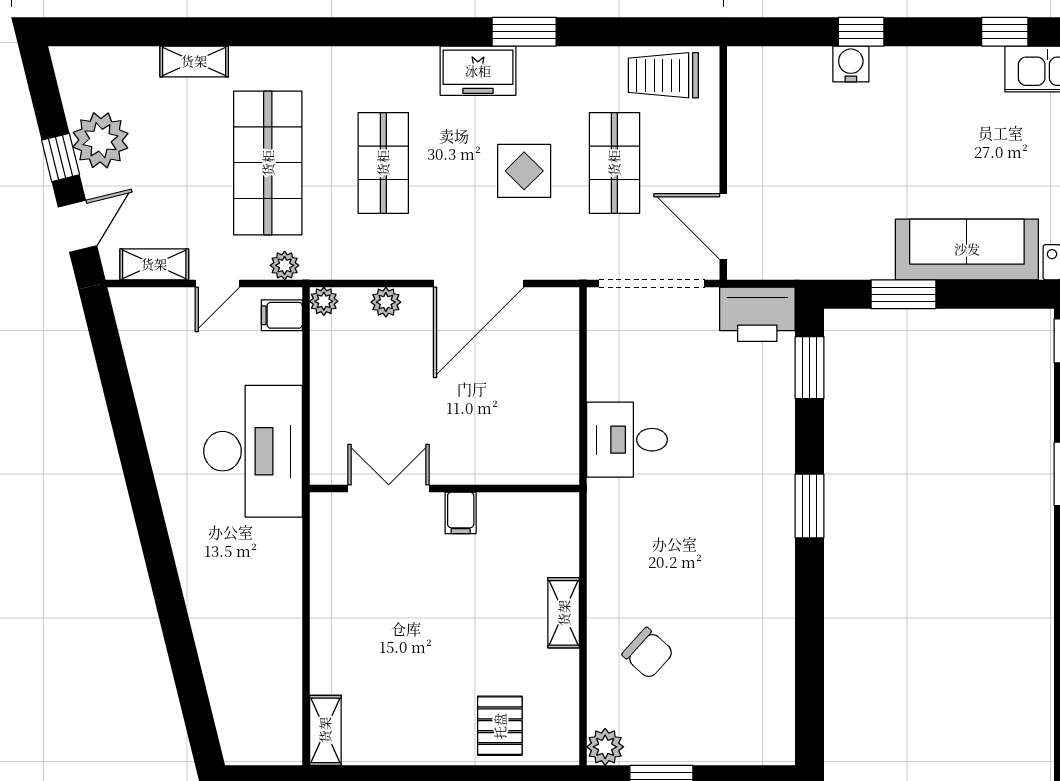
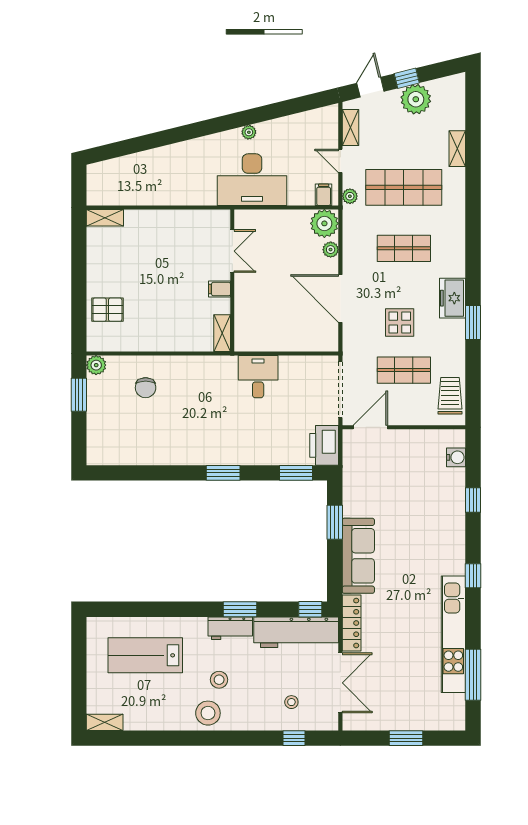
water cooler: (851, 64) -> (456, 457), moved
door: (78, 226) -> (370, 87), swing flipped
plant: (324, 301) -> (324, 223), width x1.88, depth x1.88
plant: (163, 457) -> (249, 132), added
shelving: (564, 613) -> (222, 333), moved, turned 90
chair: (648, 653) -> (146, 388), turned -42

